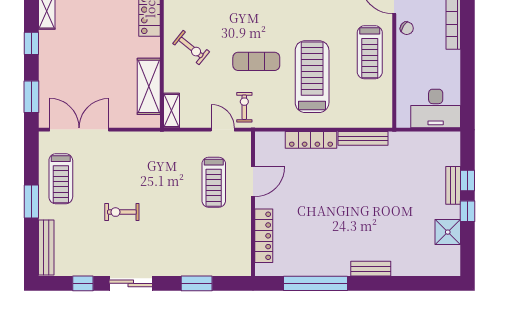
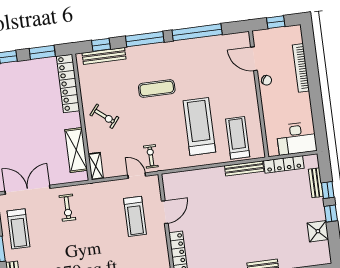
treadmill: (370, 52) -> (238, 138), moved, turned 180
exercise mat: (256, 61) -> (157, 89), moved
locker: (311, 140) -> (284, 164), moved
bench: (453, 185) -> (316, 183), moved
exercise bike: (122, 212) -> (67, 208), moved, turned -90

